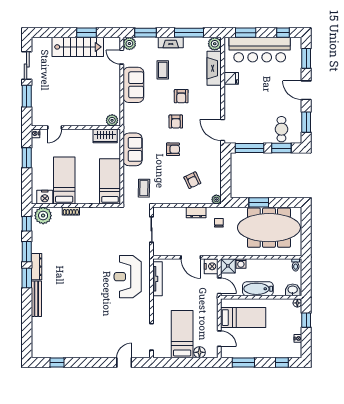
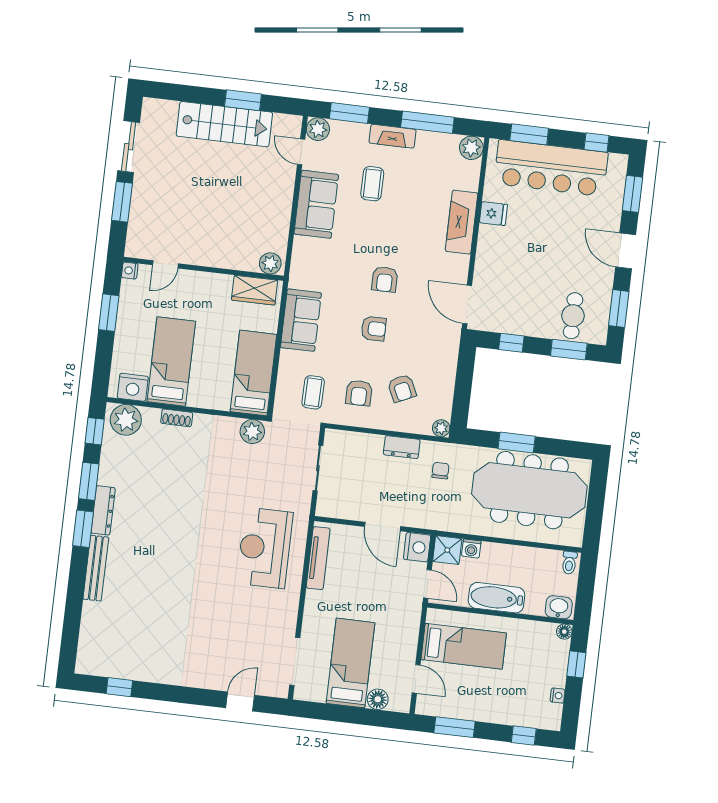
fireplace: (214, 68) -> (462, 222), moved
armchair: (181, 96) -> (359, 393), moved
window: (249, 148) -> (511, 343), width x0.46
plant: (113, 214) -> (252, 432), added

